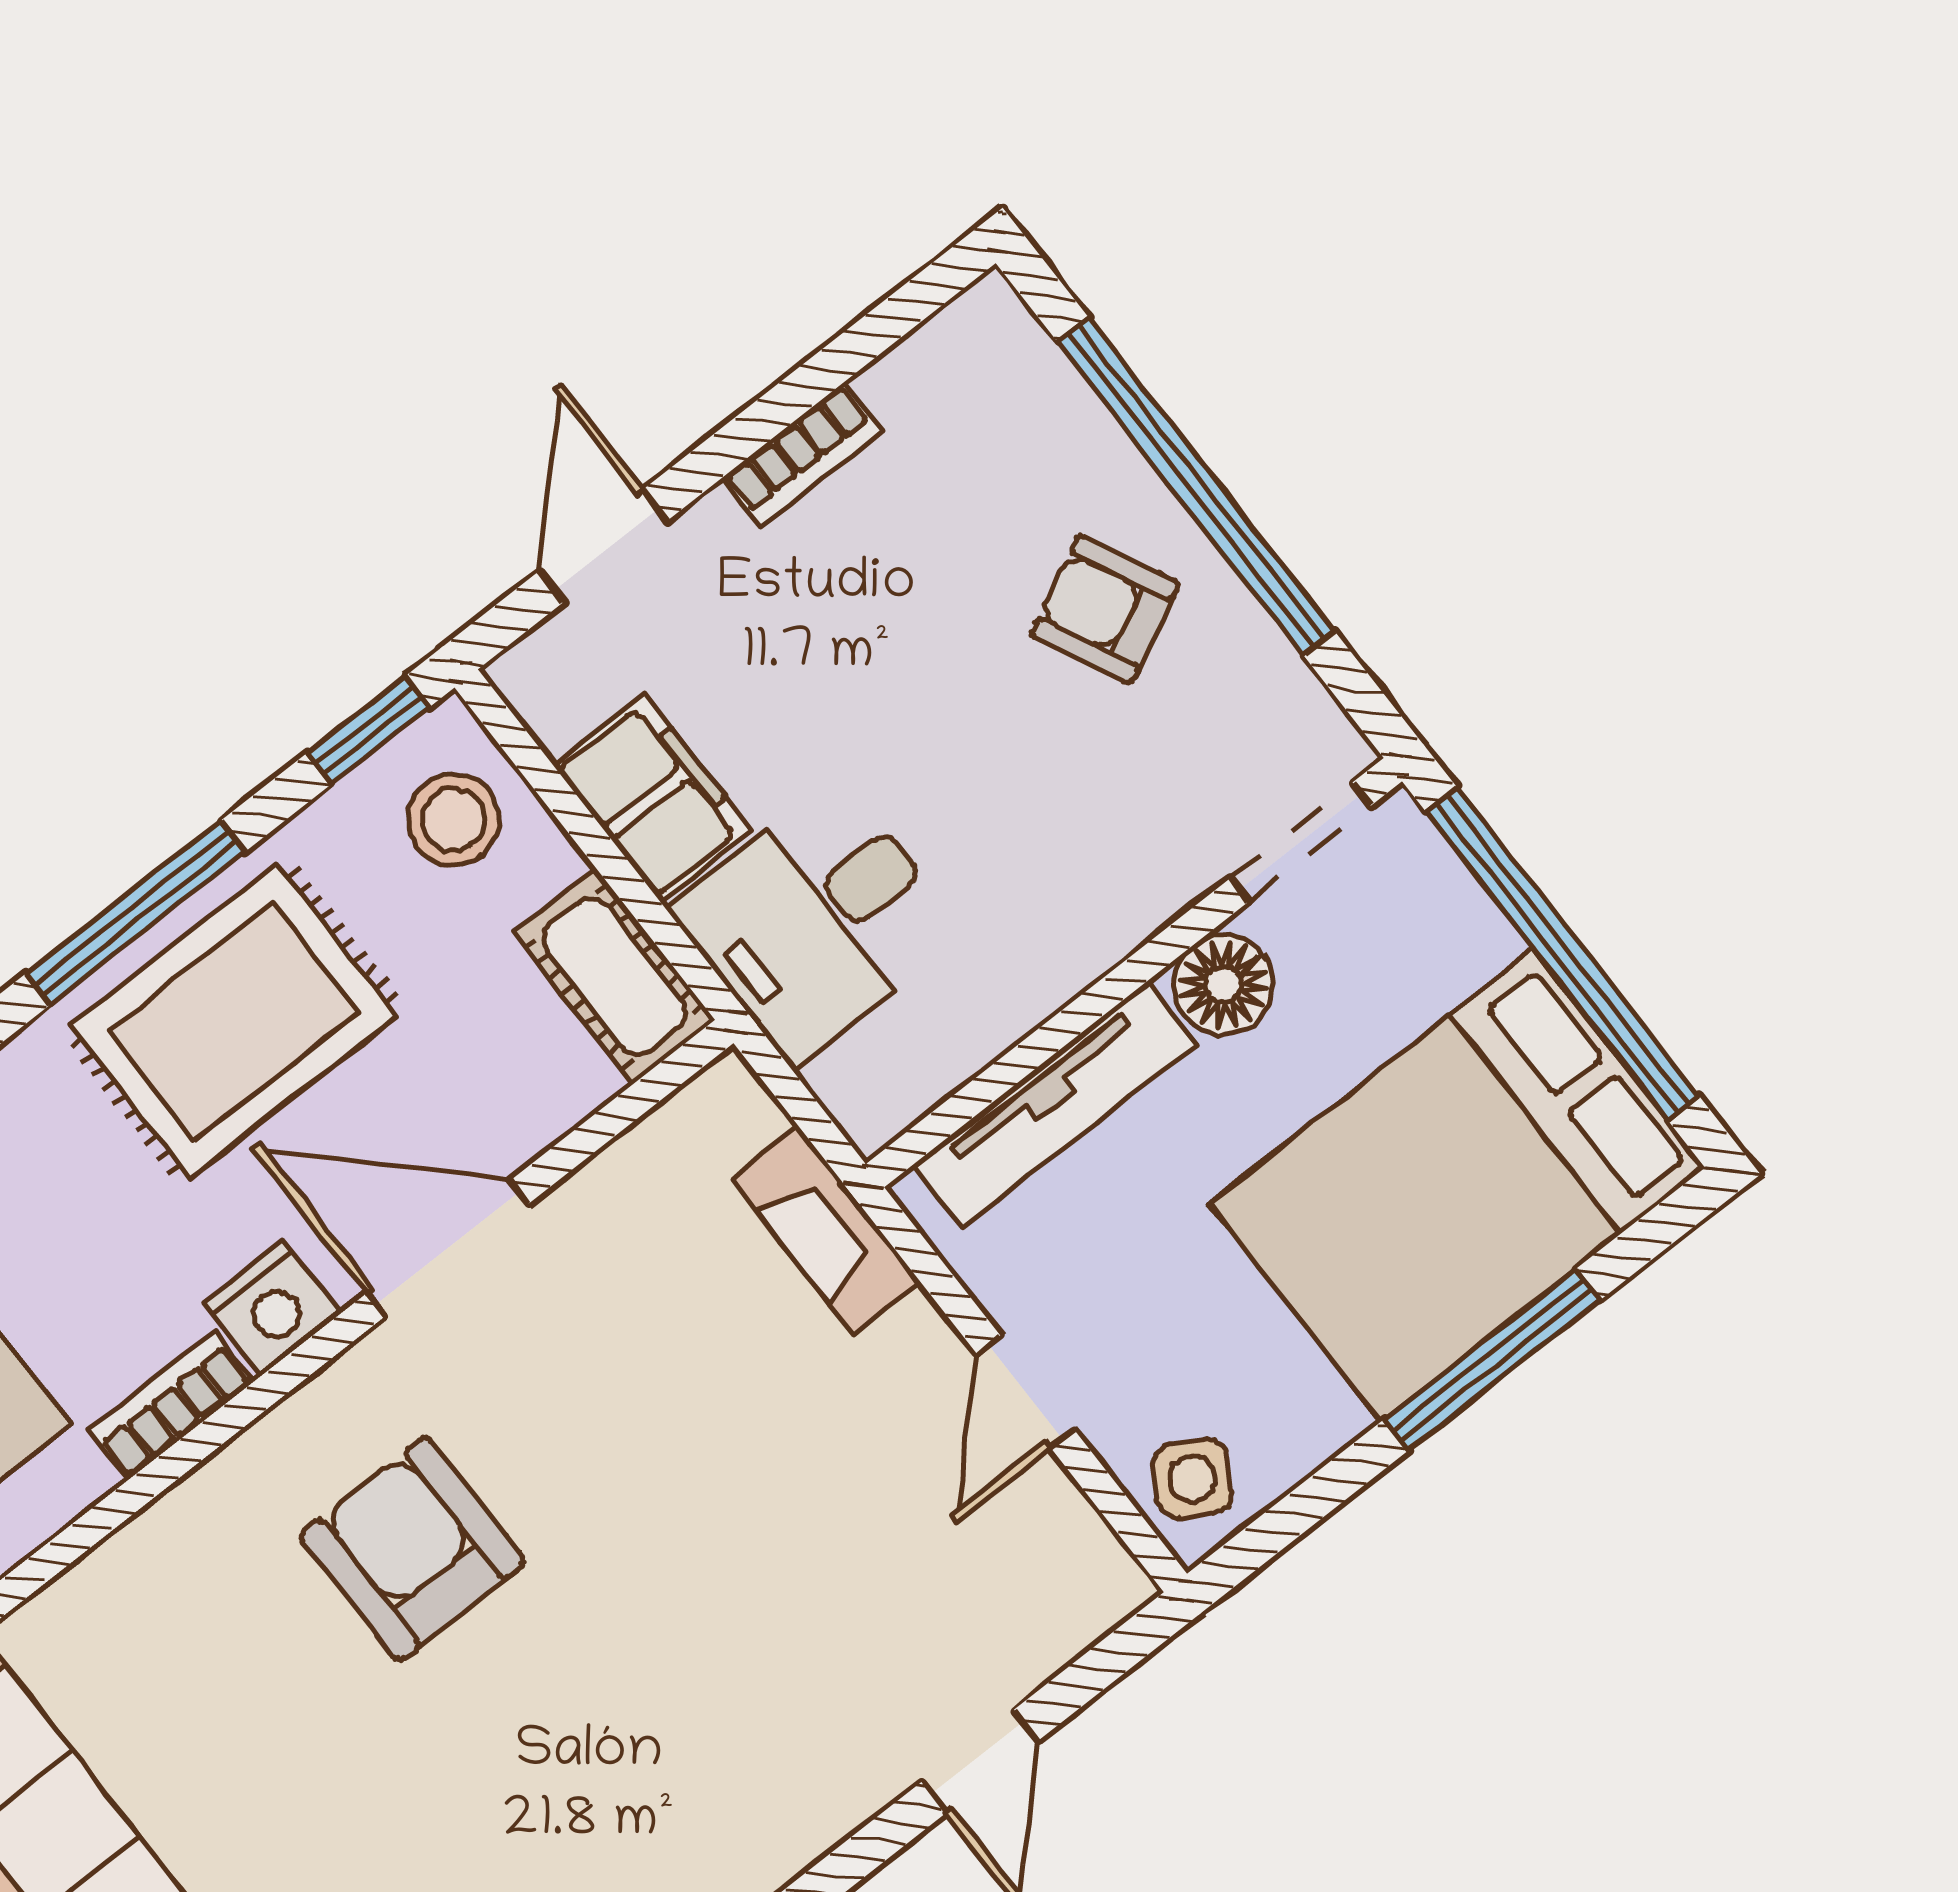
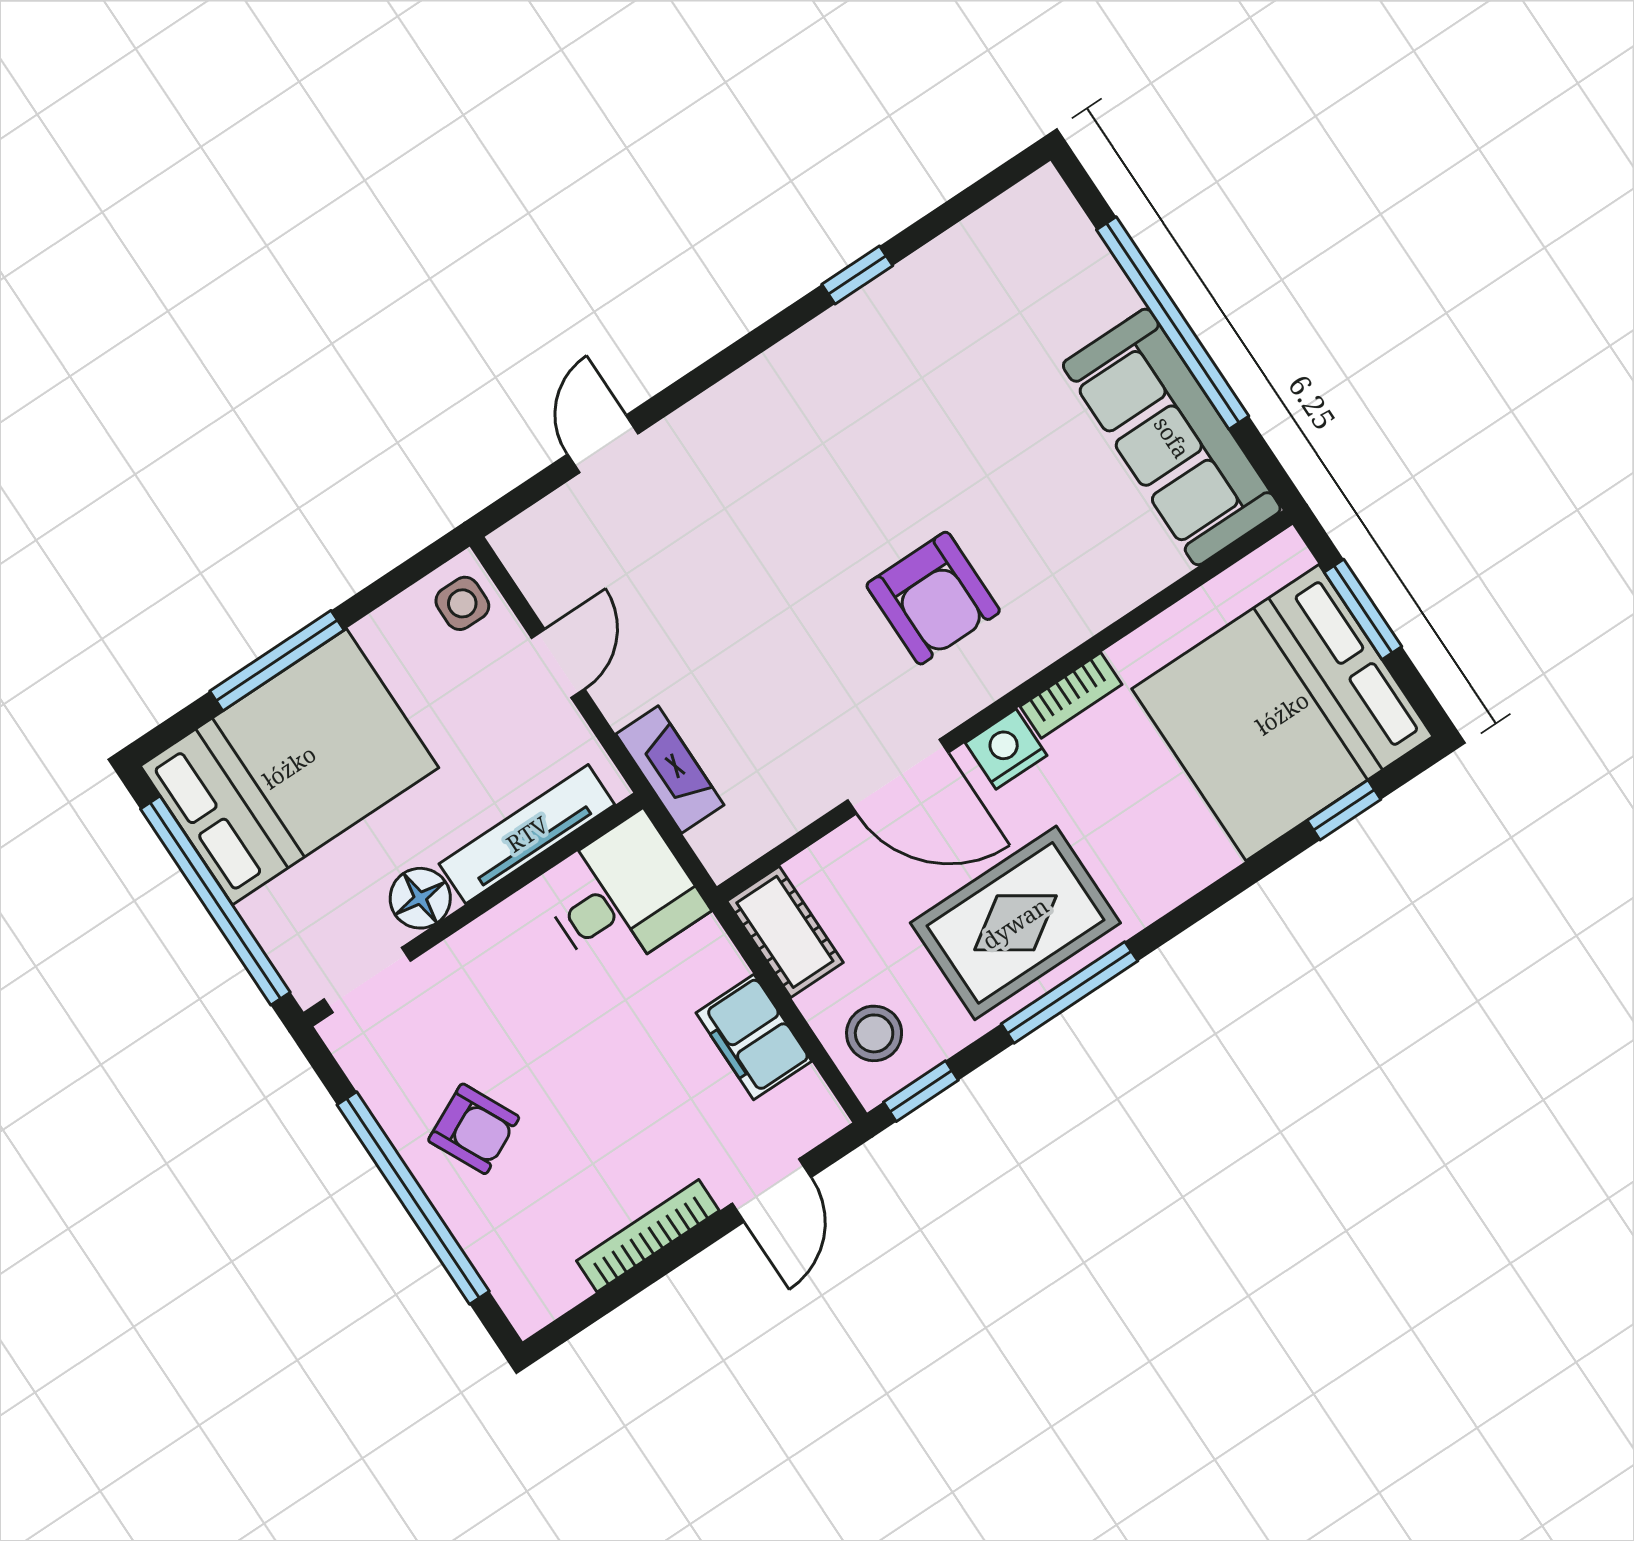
bookcase: (802, 455) -> (648, 1236), width x1.56
desk: (817, 921) -> (622, 896), moved
side table: (1192, 1479) -> (462, 603), turned -32

